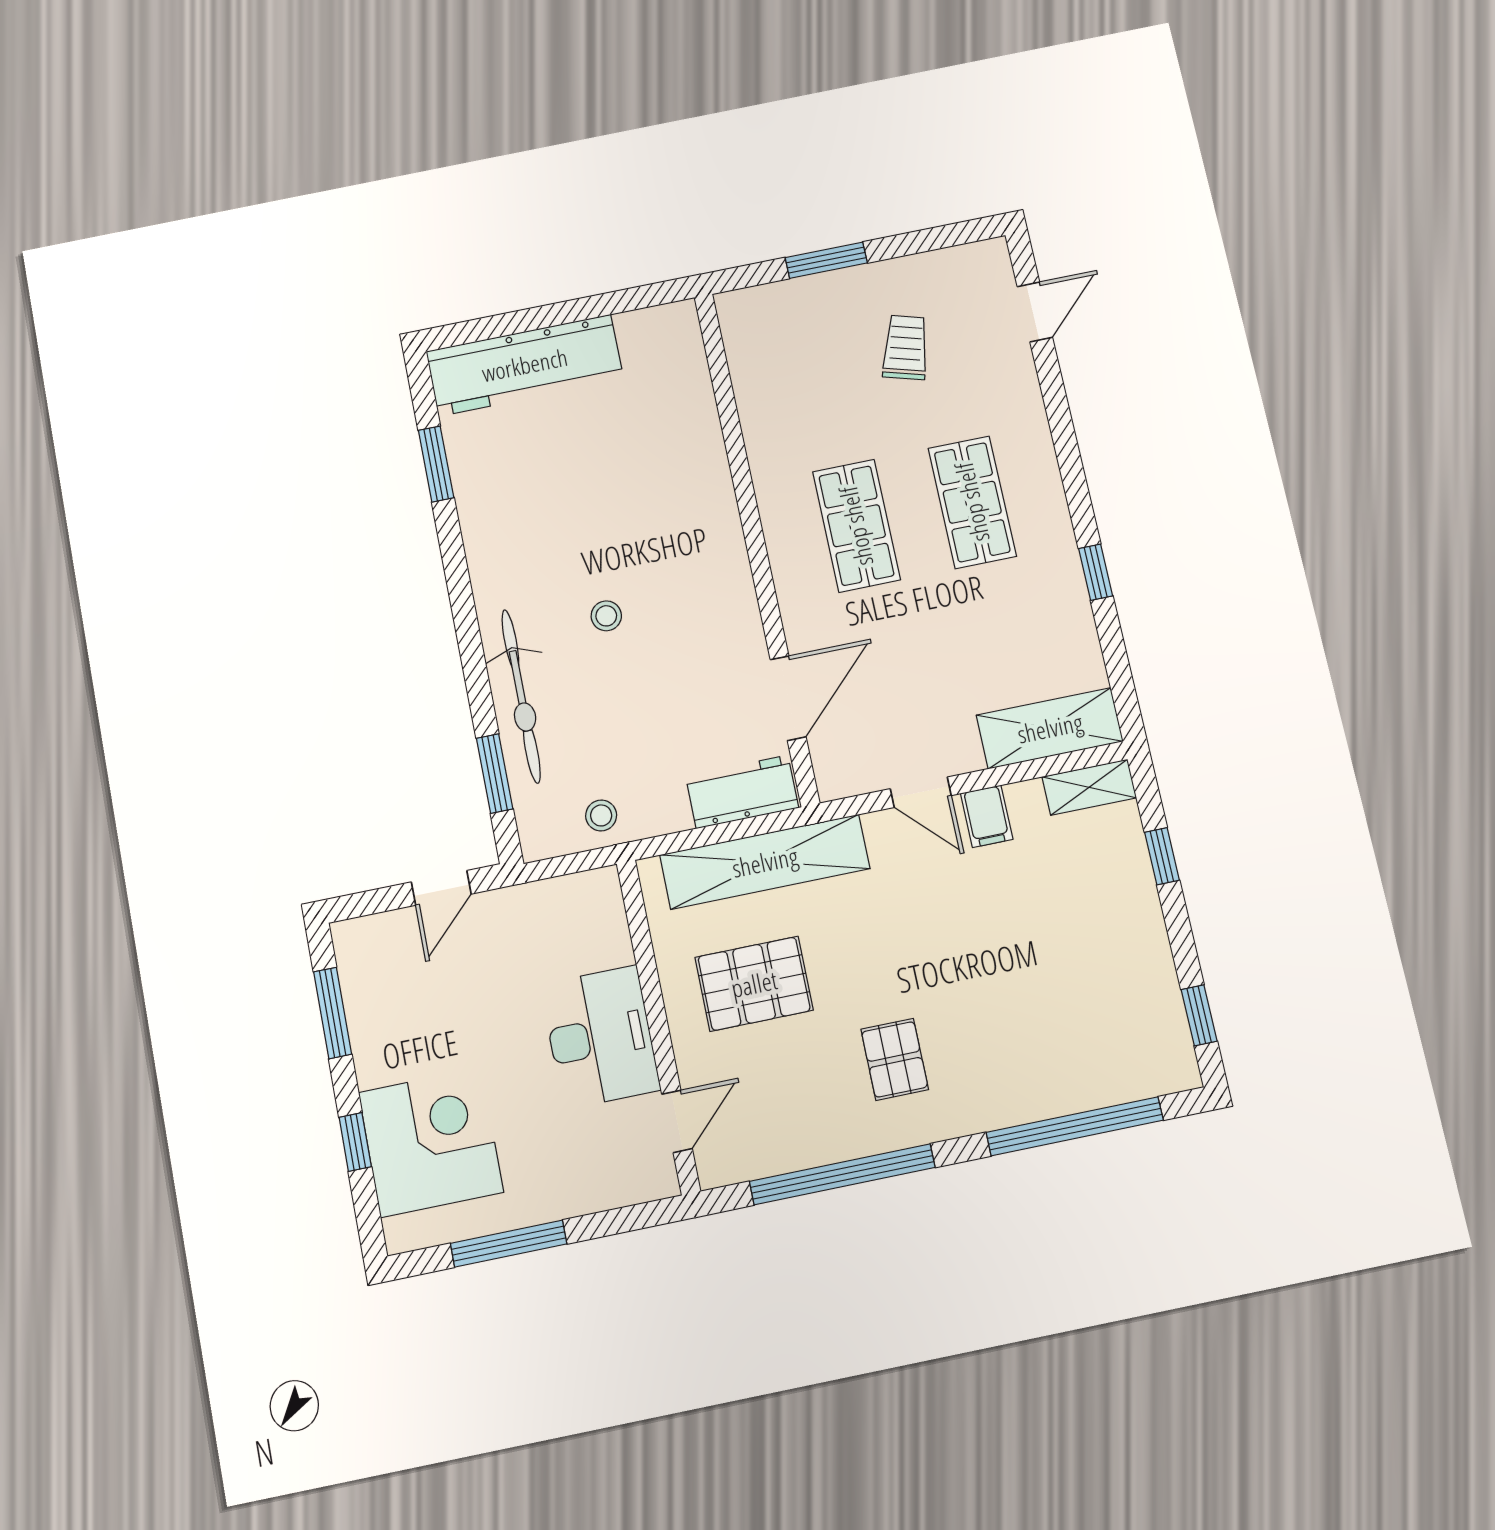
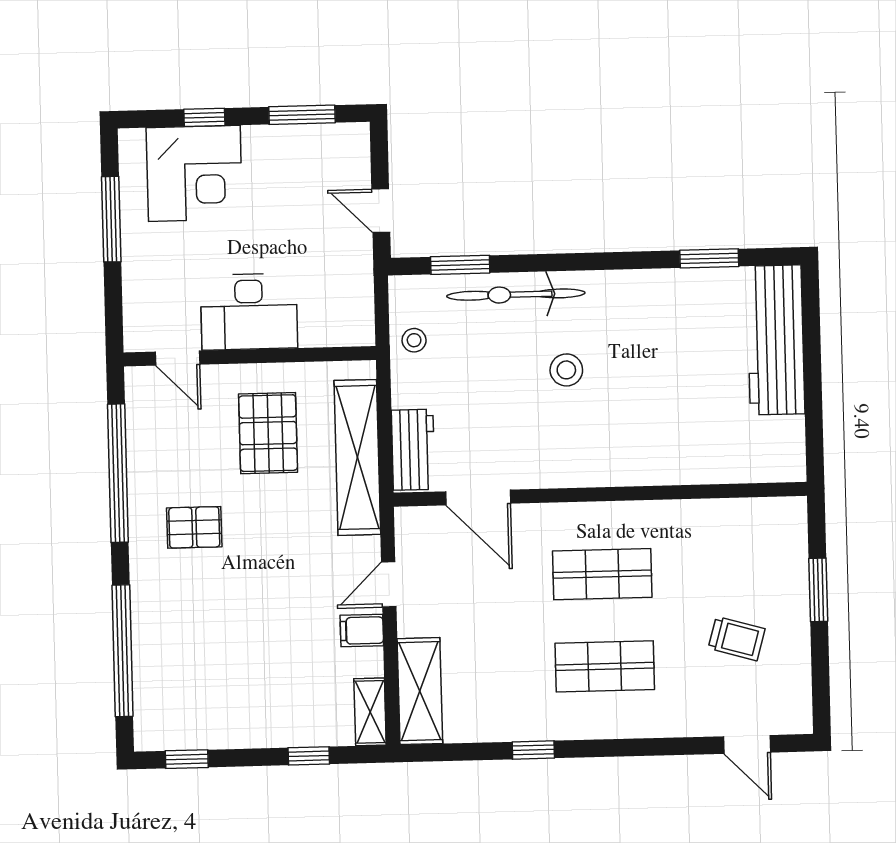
stool: (606, 616) -> (566, 370), width x1.37, depth x1.37

